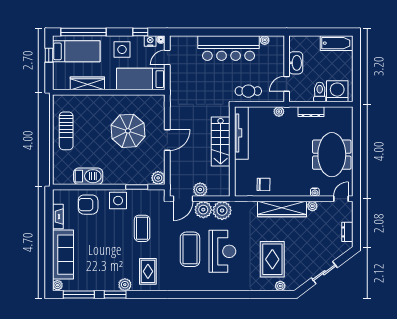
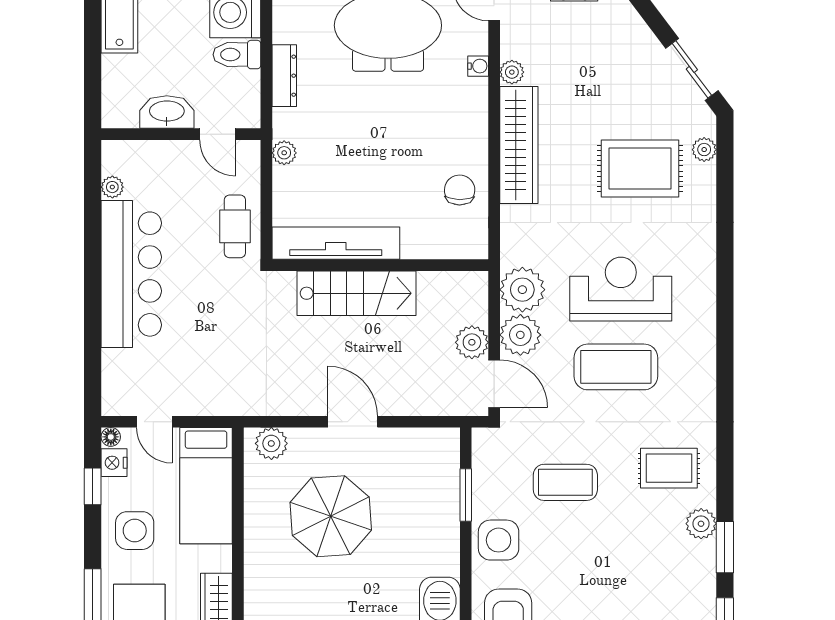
plant: (158, 178) -> (271, 443), moved
sliding door: (324, 273) -> (692, 69), moved

